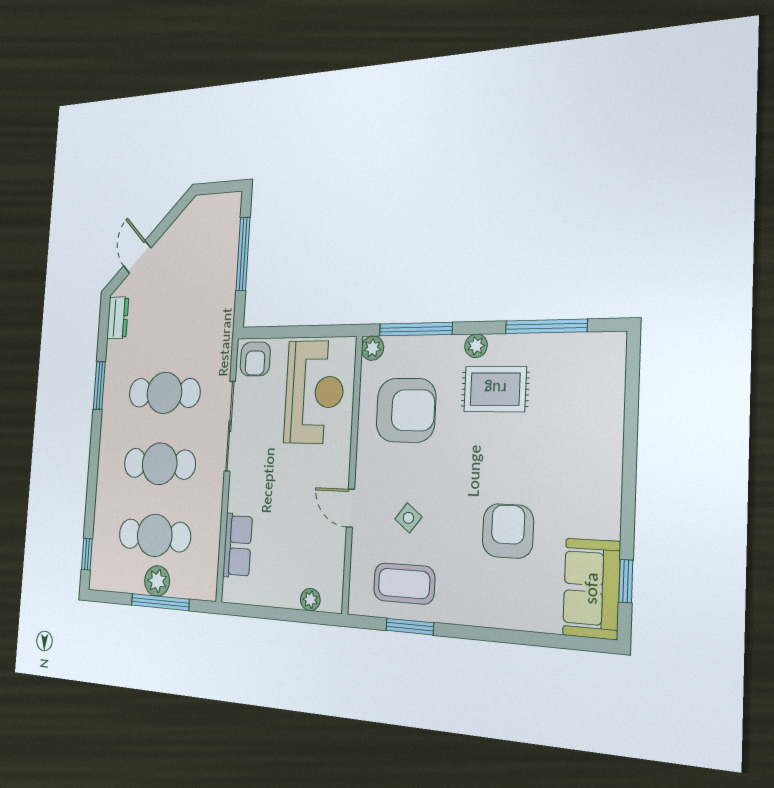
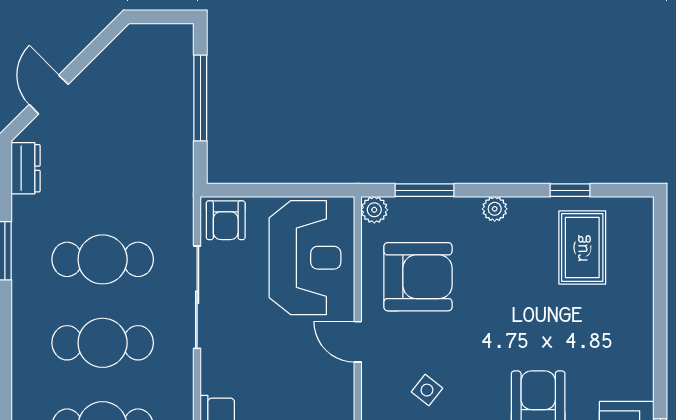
window: (546, 326) -> (570, 190), width x0.46
window: (416, 329) -> (425, 190), width x0.69
rug: (495, 389) -> (582, 248), moved, turned 90
door: (350, 508) -> (358, 342), moved

